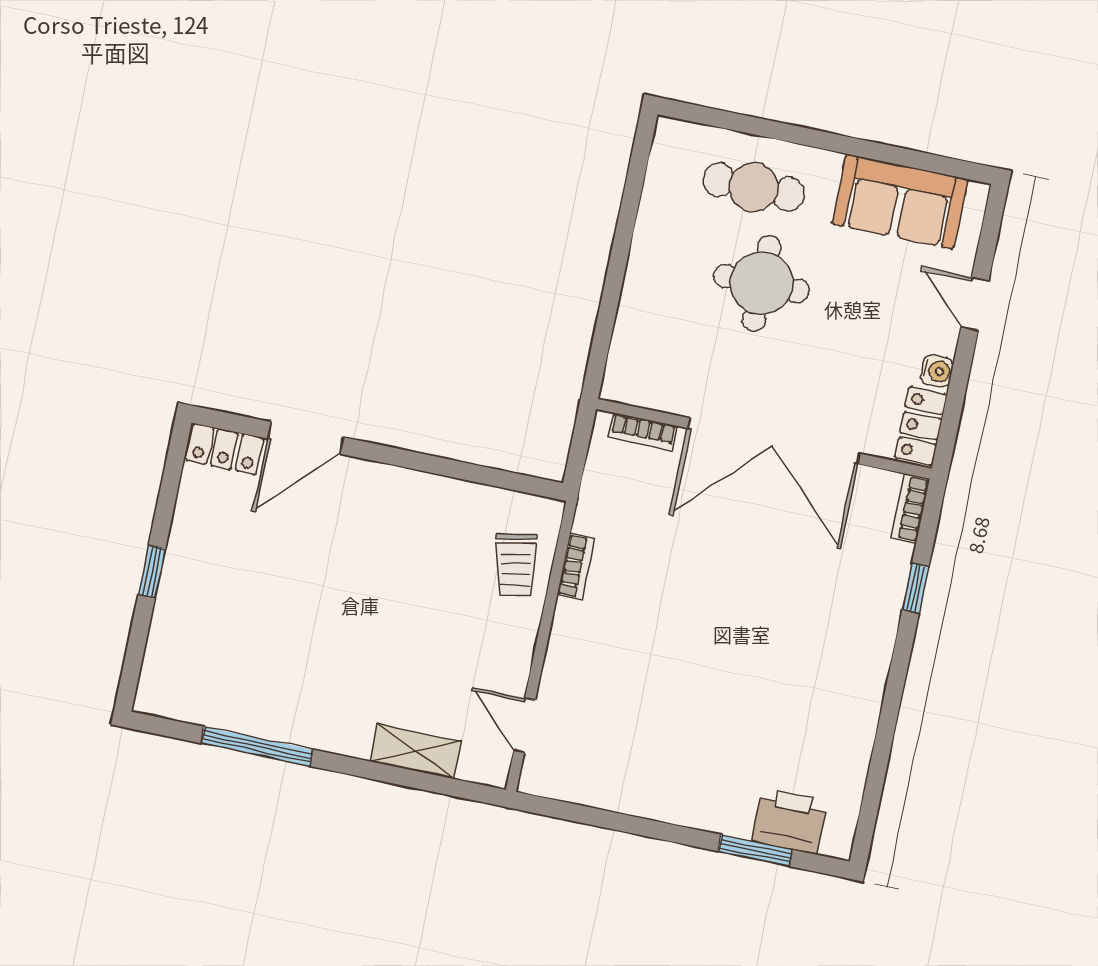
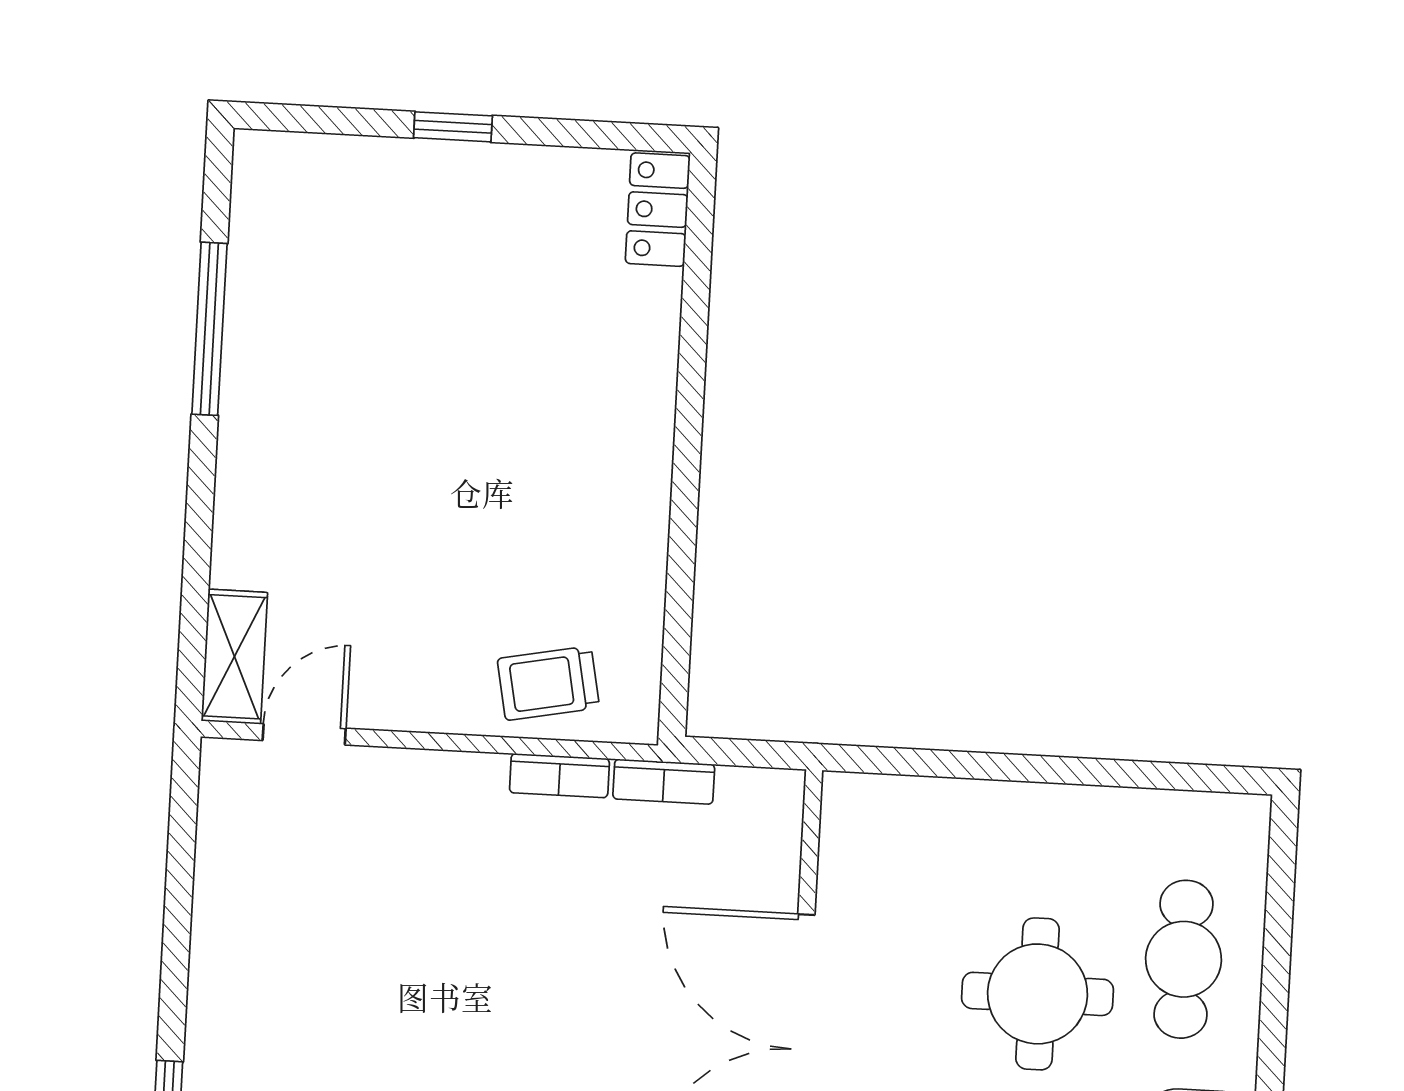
bookcase: (643, 432) -> (664, 782), moved, turned -90
door: (305, 438) -> (694, 331), removed
shelving: (416, 751) -> (234, 657), moved

